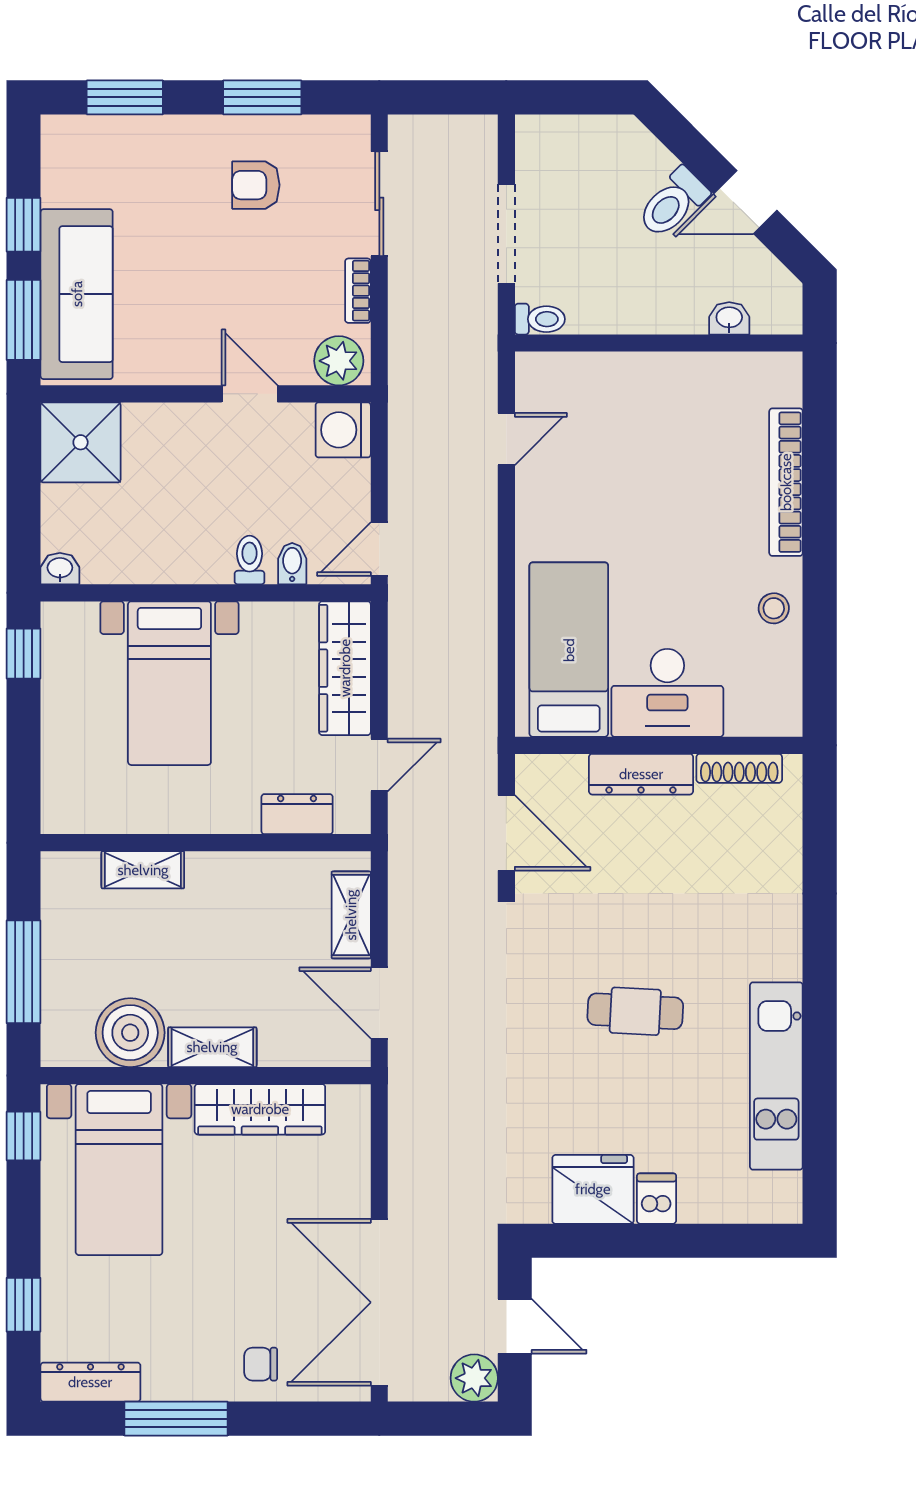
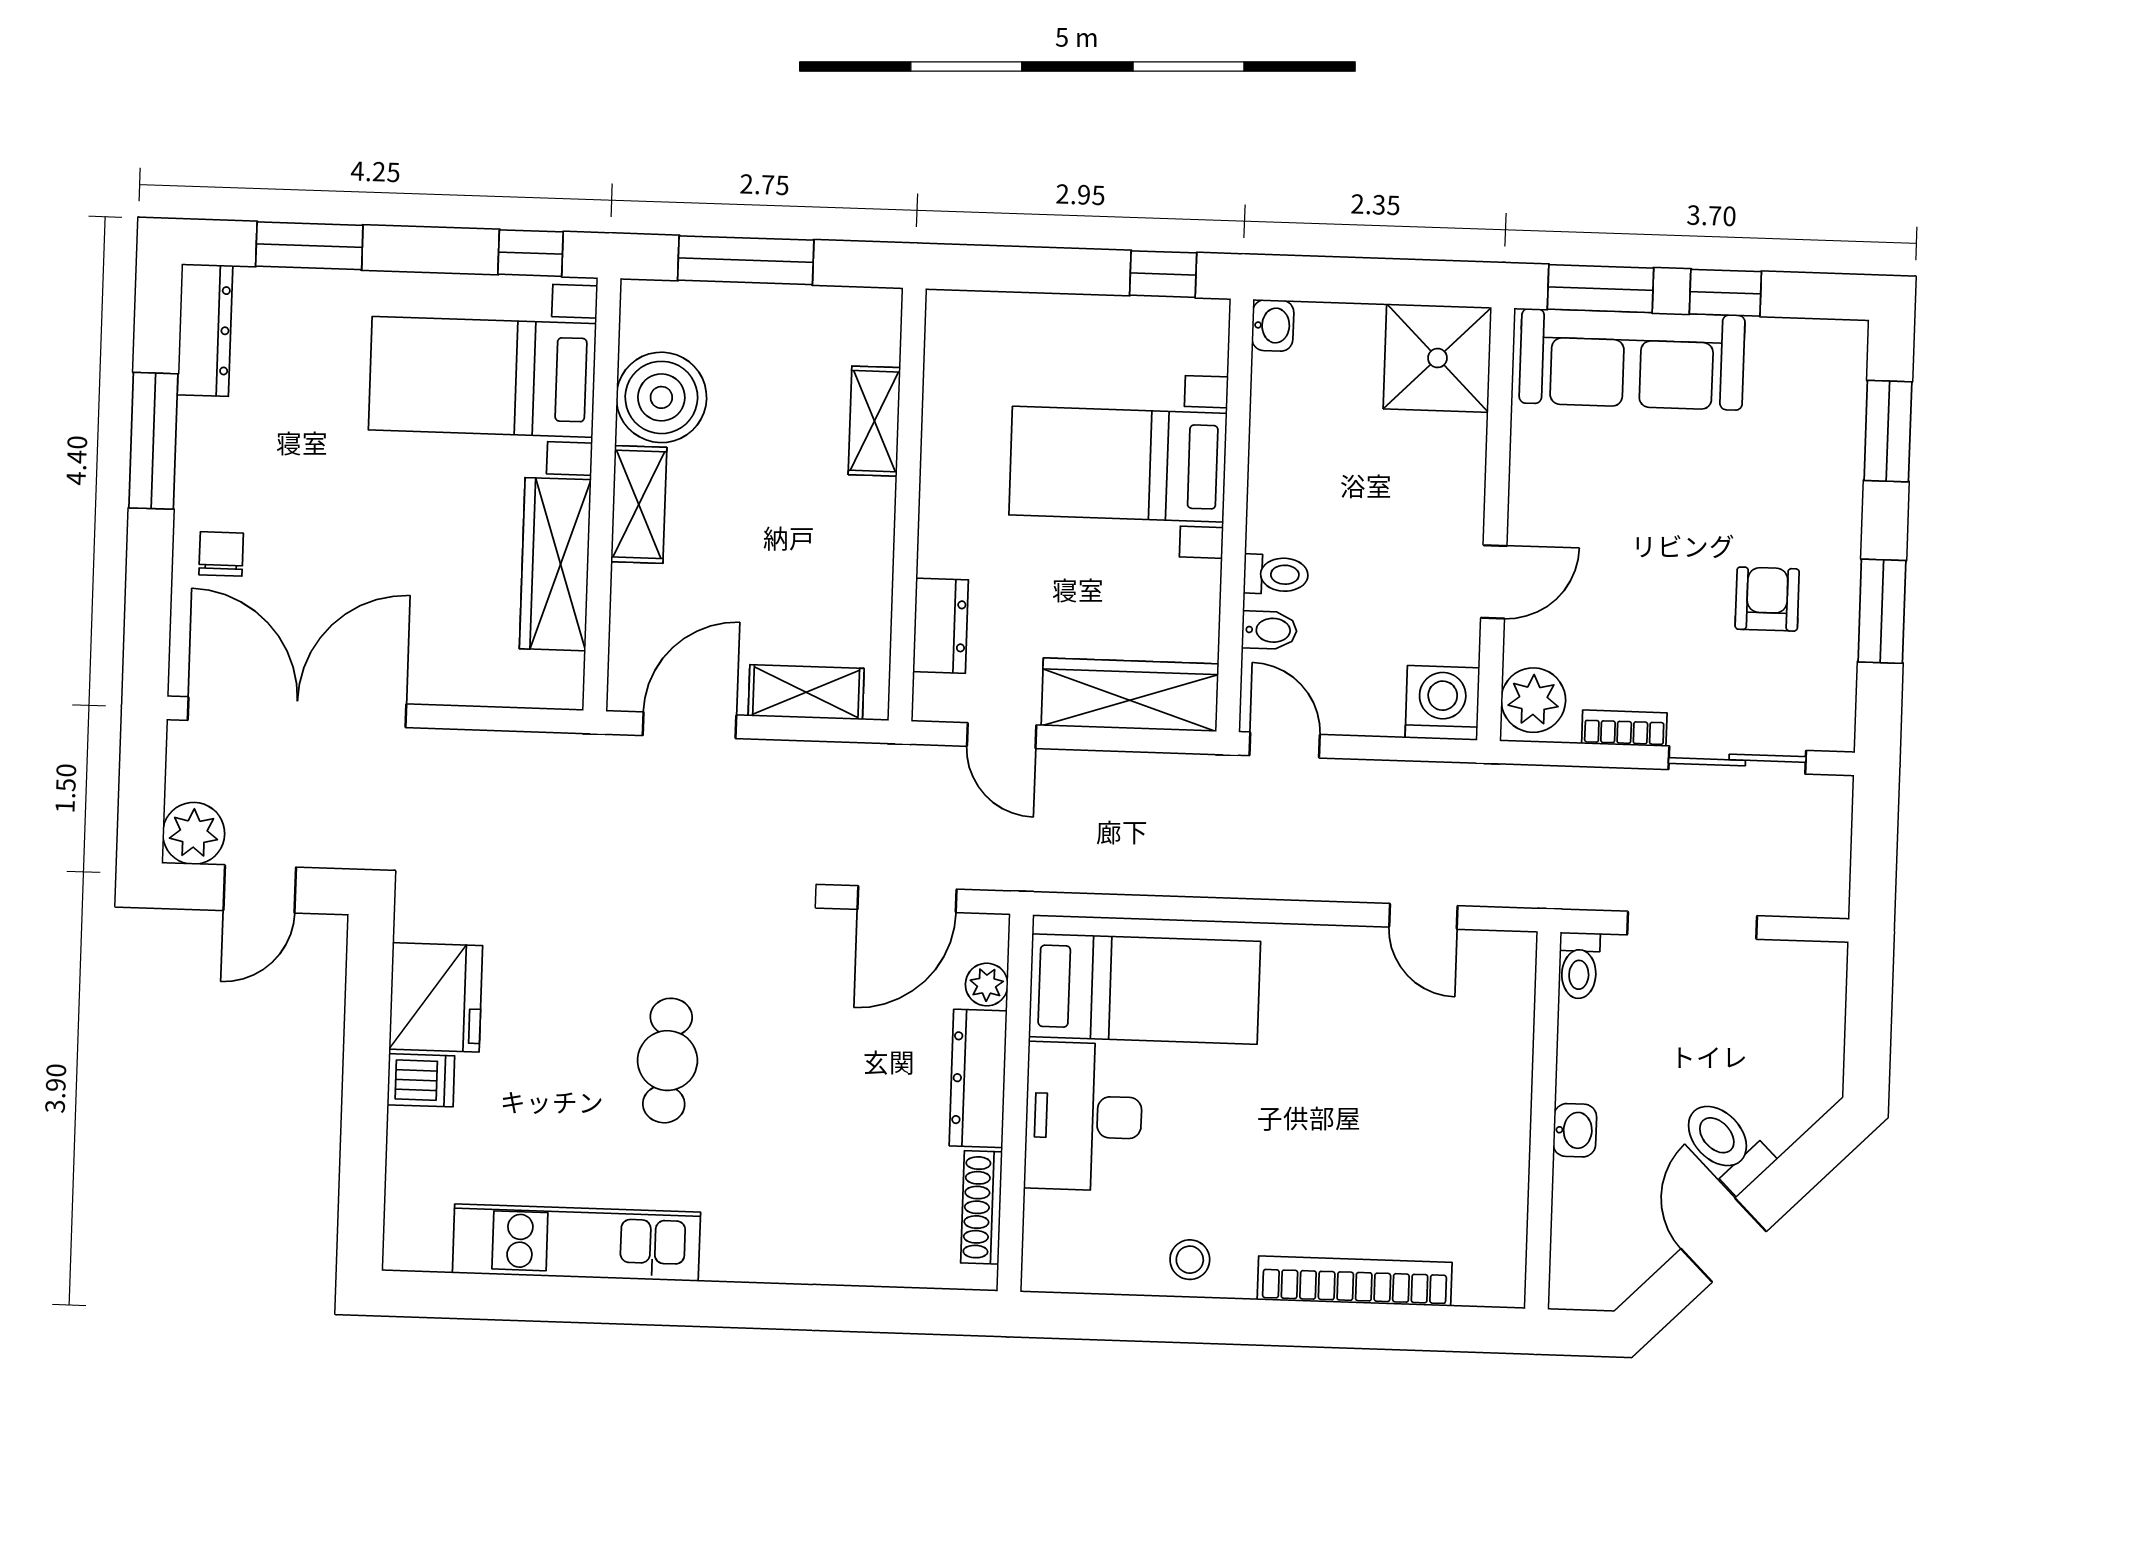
washbasin: (729, 318) -> (1575, 1130), moved
plant: (569, 770) -> (987, 985), added
window: (24, 1305) -> (309, 246), width x1.50

